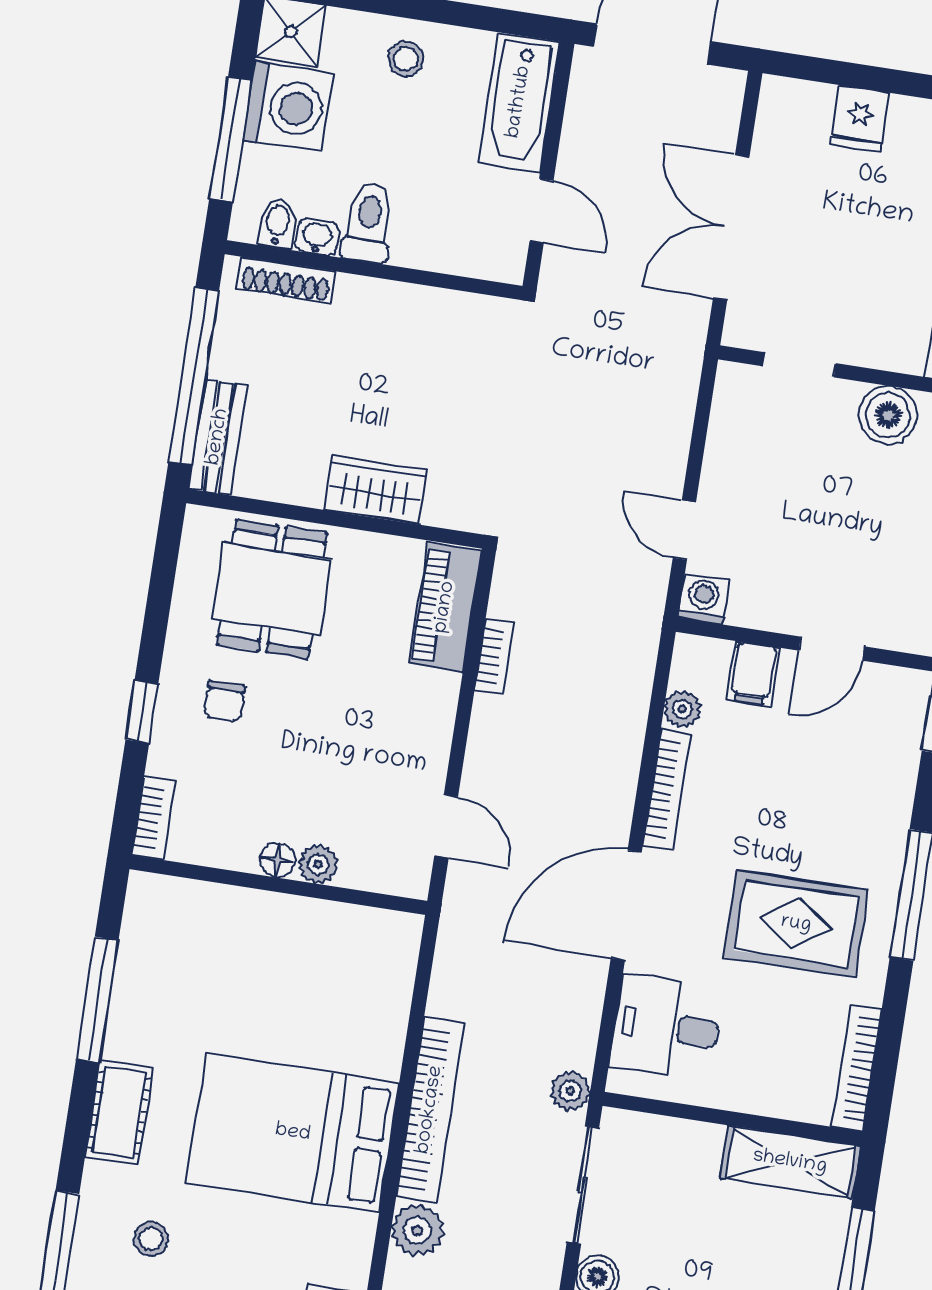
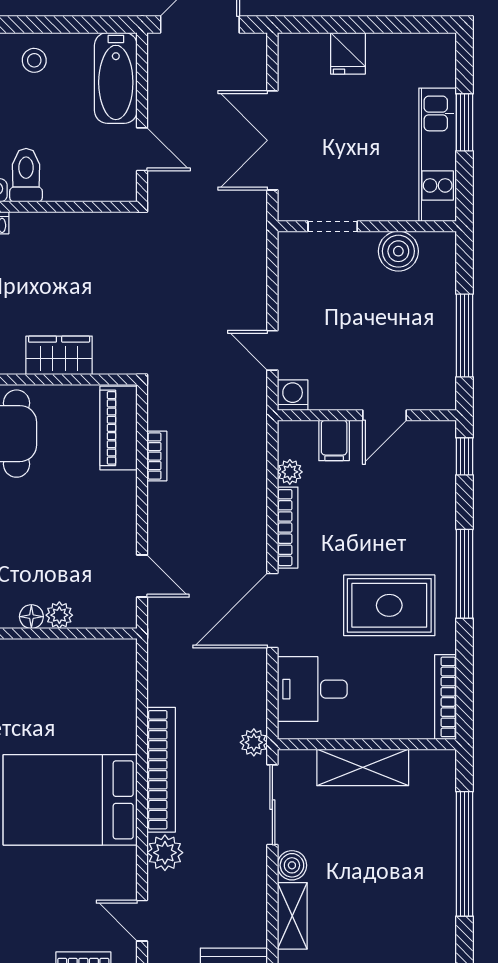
shelving: (790, 1162) -> (363, 767), moved

